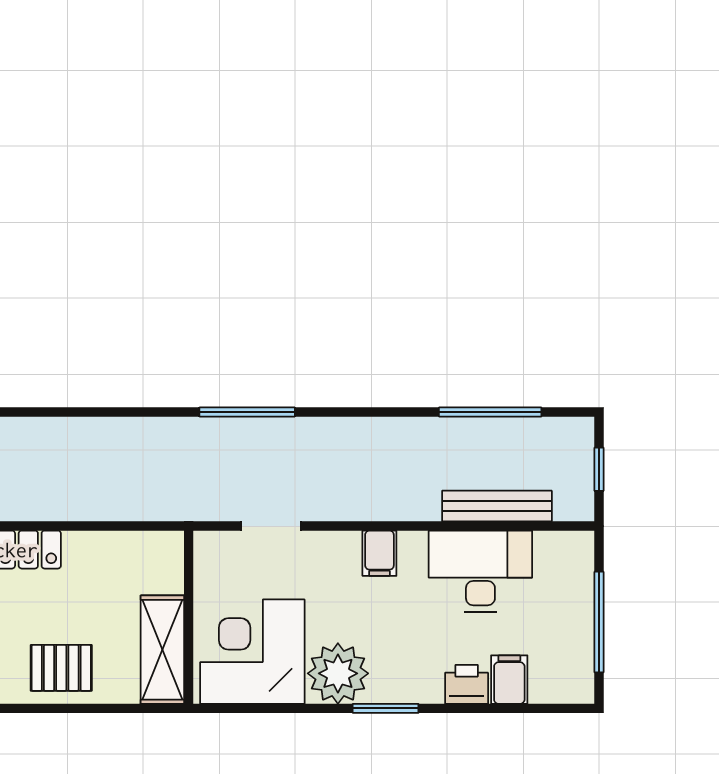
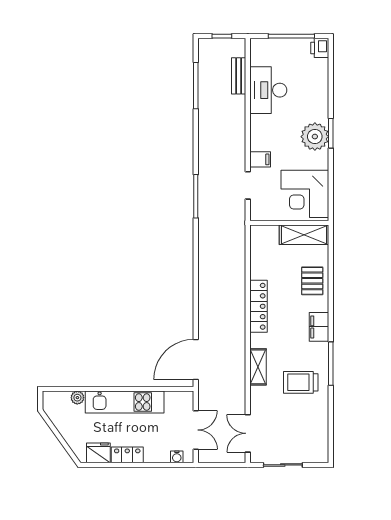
bench: (497, 506) -> (239, 76), width x0.73
filing cabinet: (379, 553) -> (260, 159), moved
plant: (338, 673) -> (315, 137), moved
filing cabinet: (509, 680) -> (318, 77), removed
printer: (467, 684) -> (320, 48), moved

